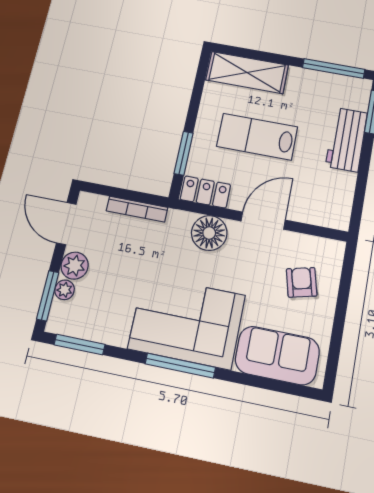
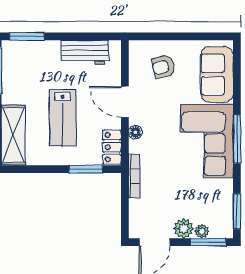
workbench: (346, 140) -> (85, 52), moved
bookcase: (137, 209) -> (134, 176), moved
floor lamp: (209, 233) -> (135, 132), width x0.53, depth x0.53

